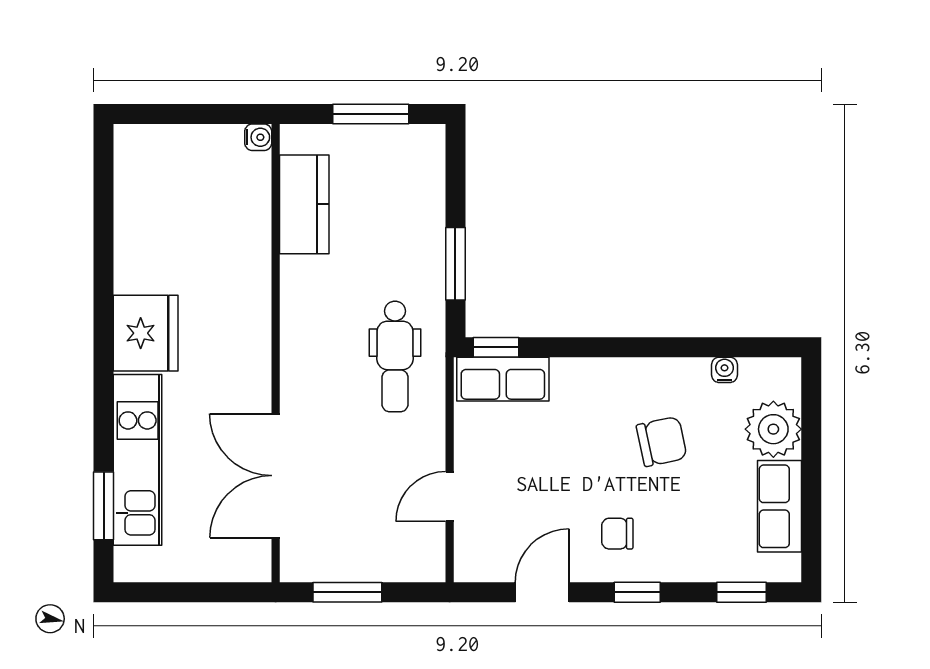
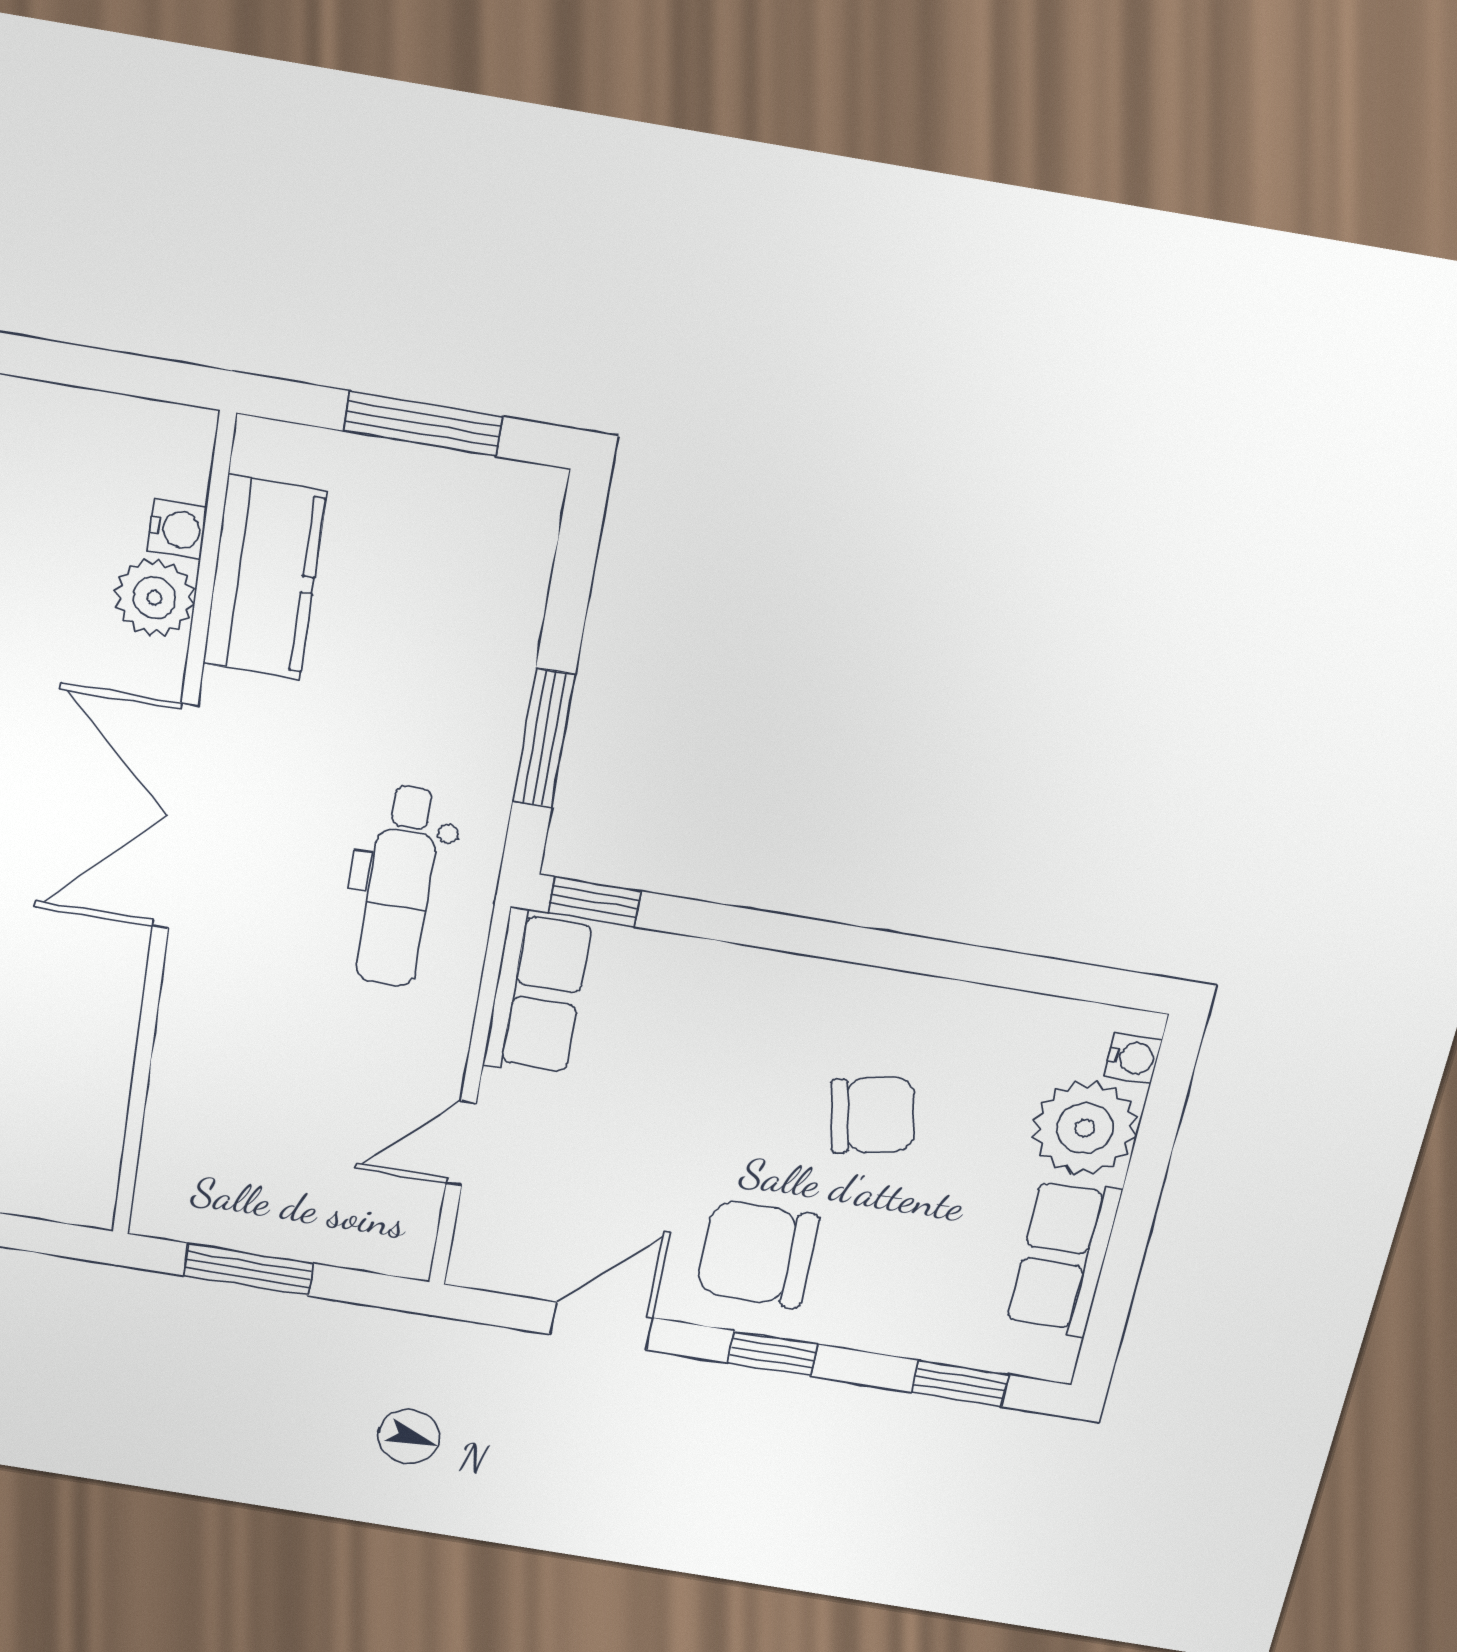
water cooler: (258, 137) -> (177, 529), moved
plant: (251, 224) -> (154, 598), added
water cooler: (725, 370) -> (1133, 1058), moved, turned 90
row of seats: (503, 379) -> (538, 993), moved, turned -90
double door: (276, 476) -> (175, 817), moved
chair: (617, 534) -> (757, 1254), width x1.87, depth x1.87

